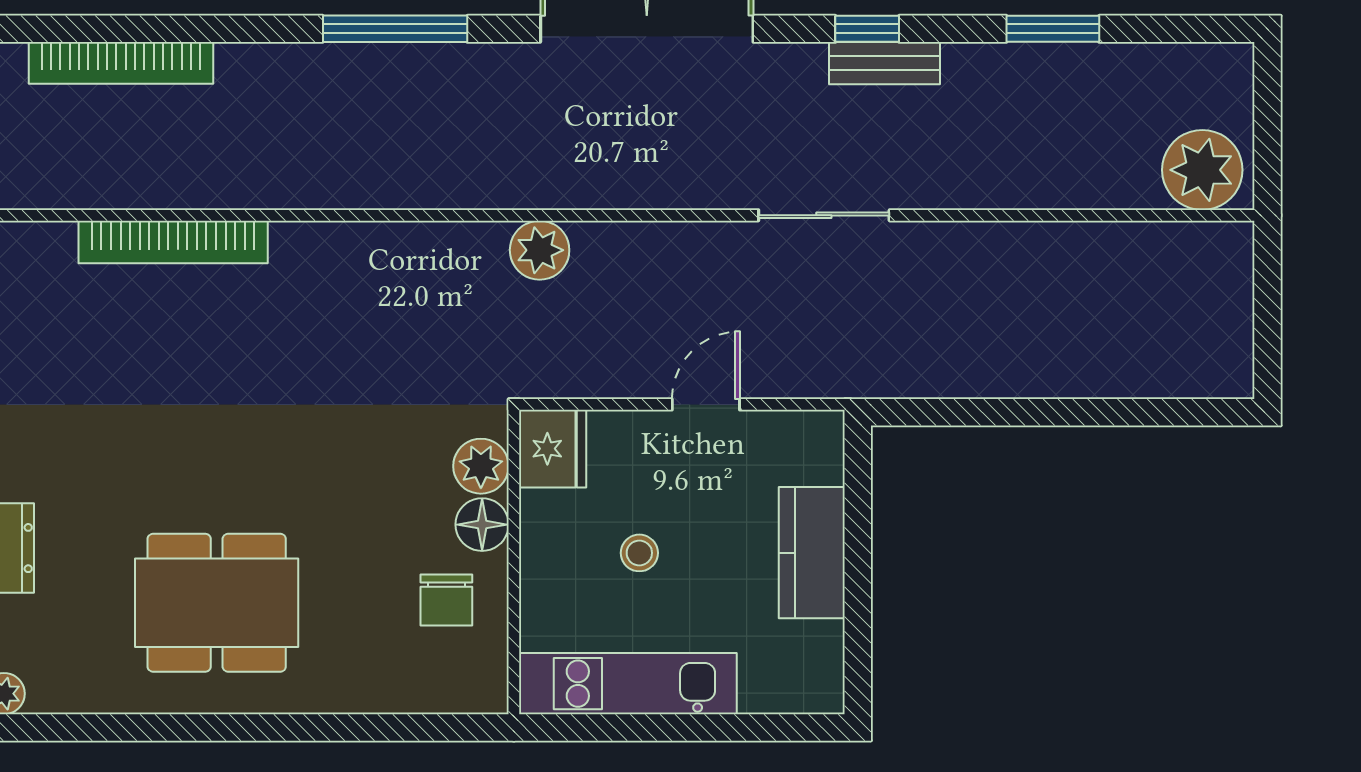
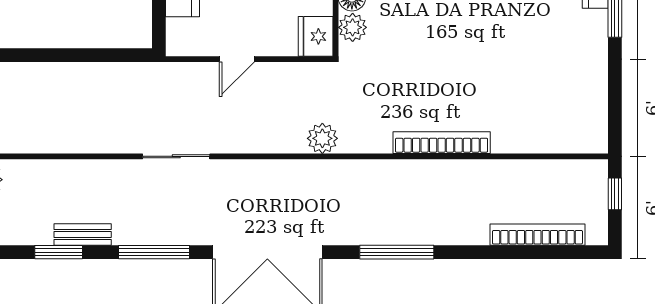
window: (867, 29) -> (154, 252), width x2.17
bench: (885, 63) -> (83, 235), moved
bookcase: (173, 242) -> (442, 143), moved

